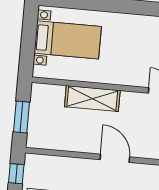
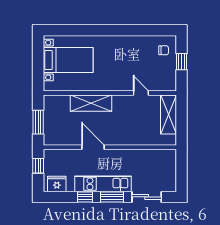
door: (115, 158) -> (93, 147), moved

